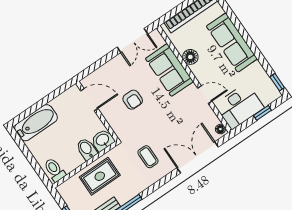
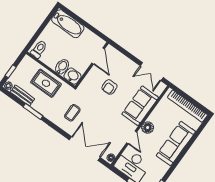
floor lamp: (190, 57) -> (148, 128), moved

